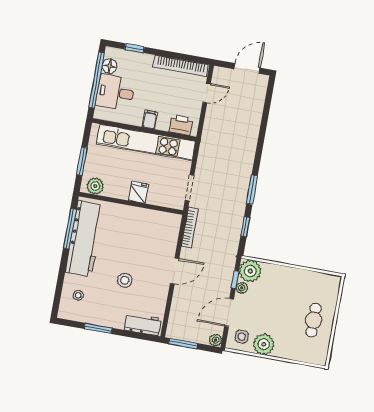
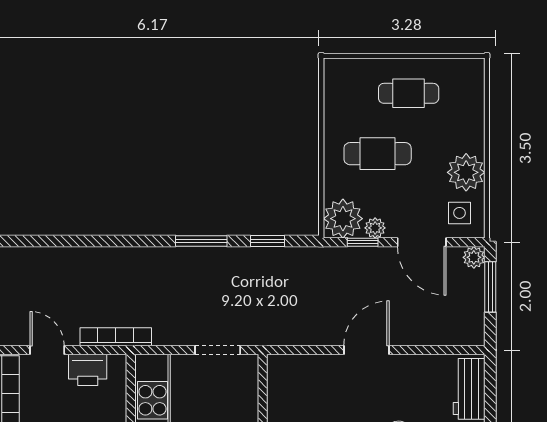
printer: (181, 125) -> (88, 370), moved, turned -90
bookcase: (190, 228) -> (116, 337), moved
door: (175, 271) -> (366, 350), hinge flipped
cafe table: (283, 297) -> (378, 154), added
window: (183, 344) -> (490, 287), moved

